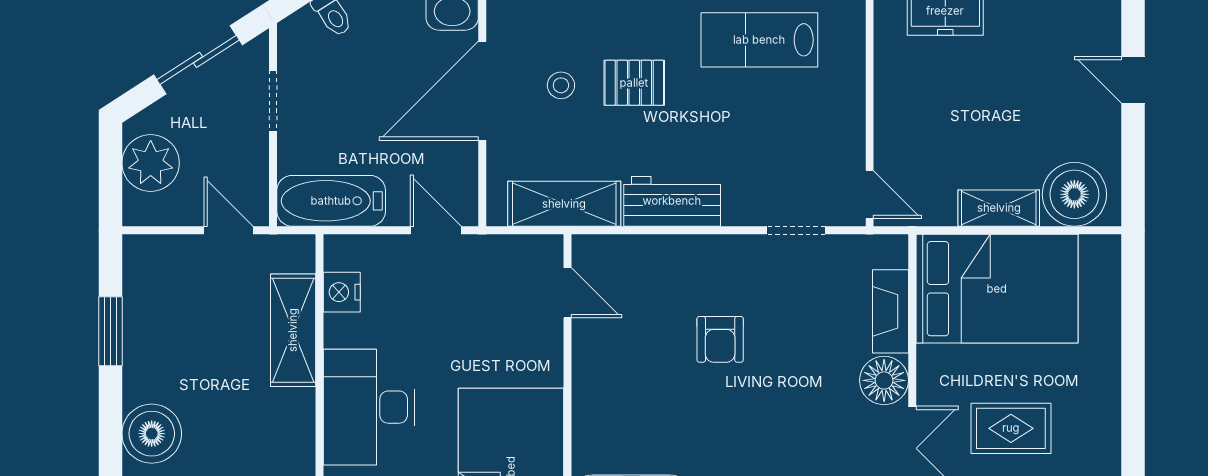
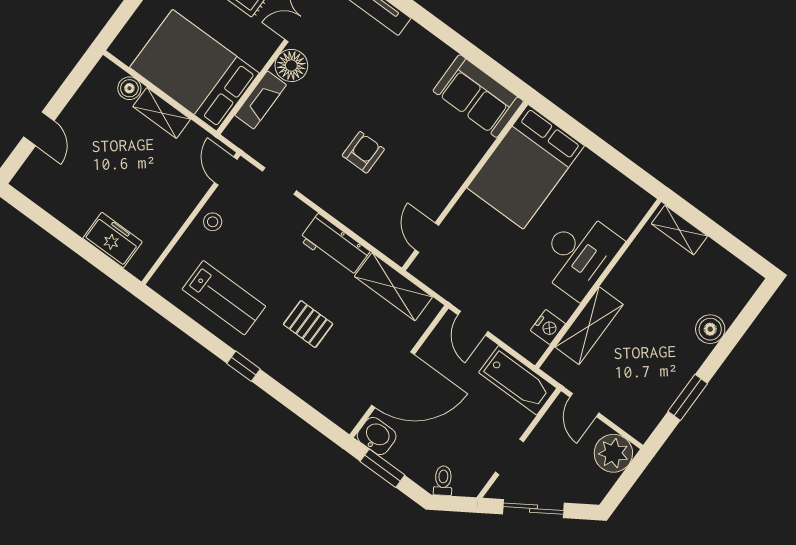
stool: (561, 85) -> (213, 222), moved
plant: (151, 163) -> (613, 453), moved
boiler: (1074, 194) -> (129, 88), width x0.54, depth x0.54
boiler: (152, 434) -> (710, 329), width x0.73, depth x0.73

